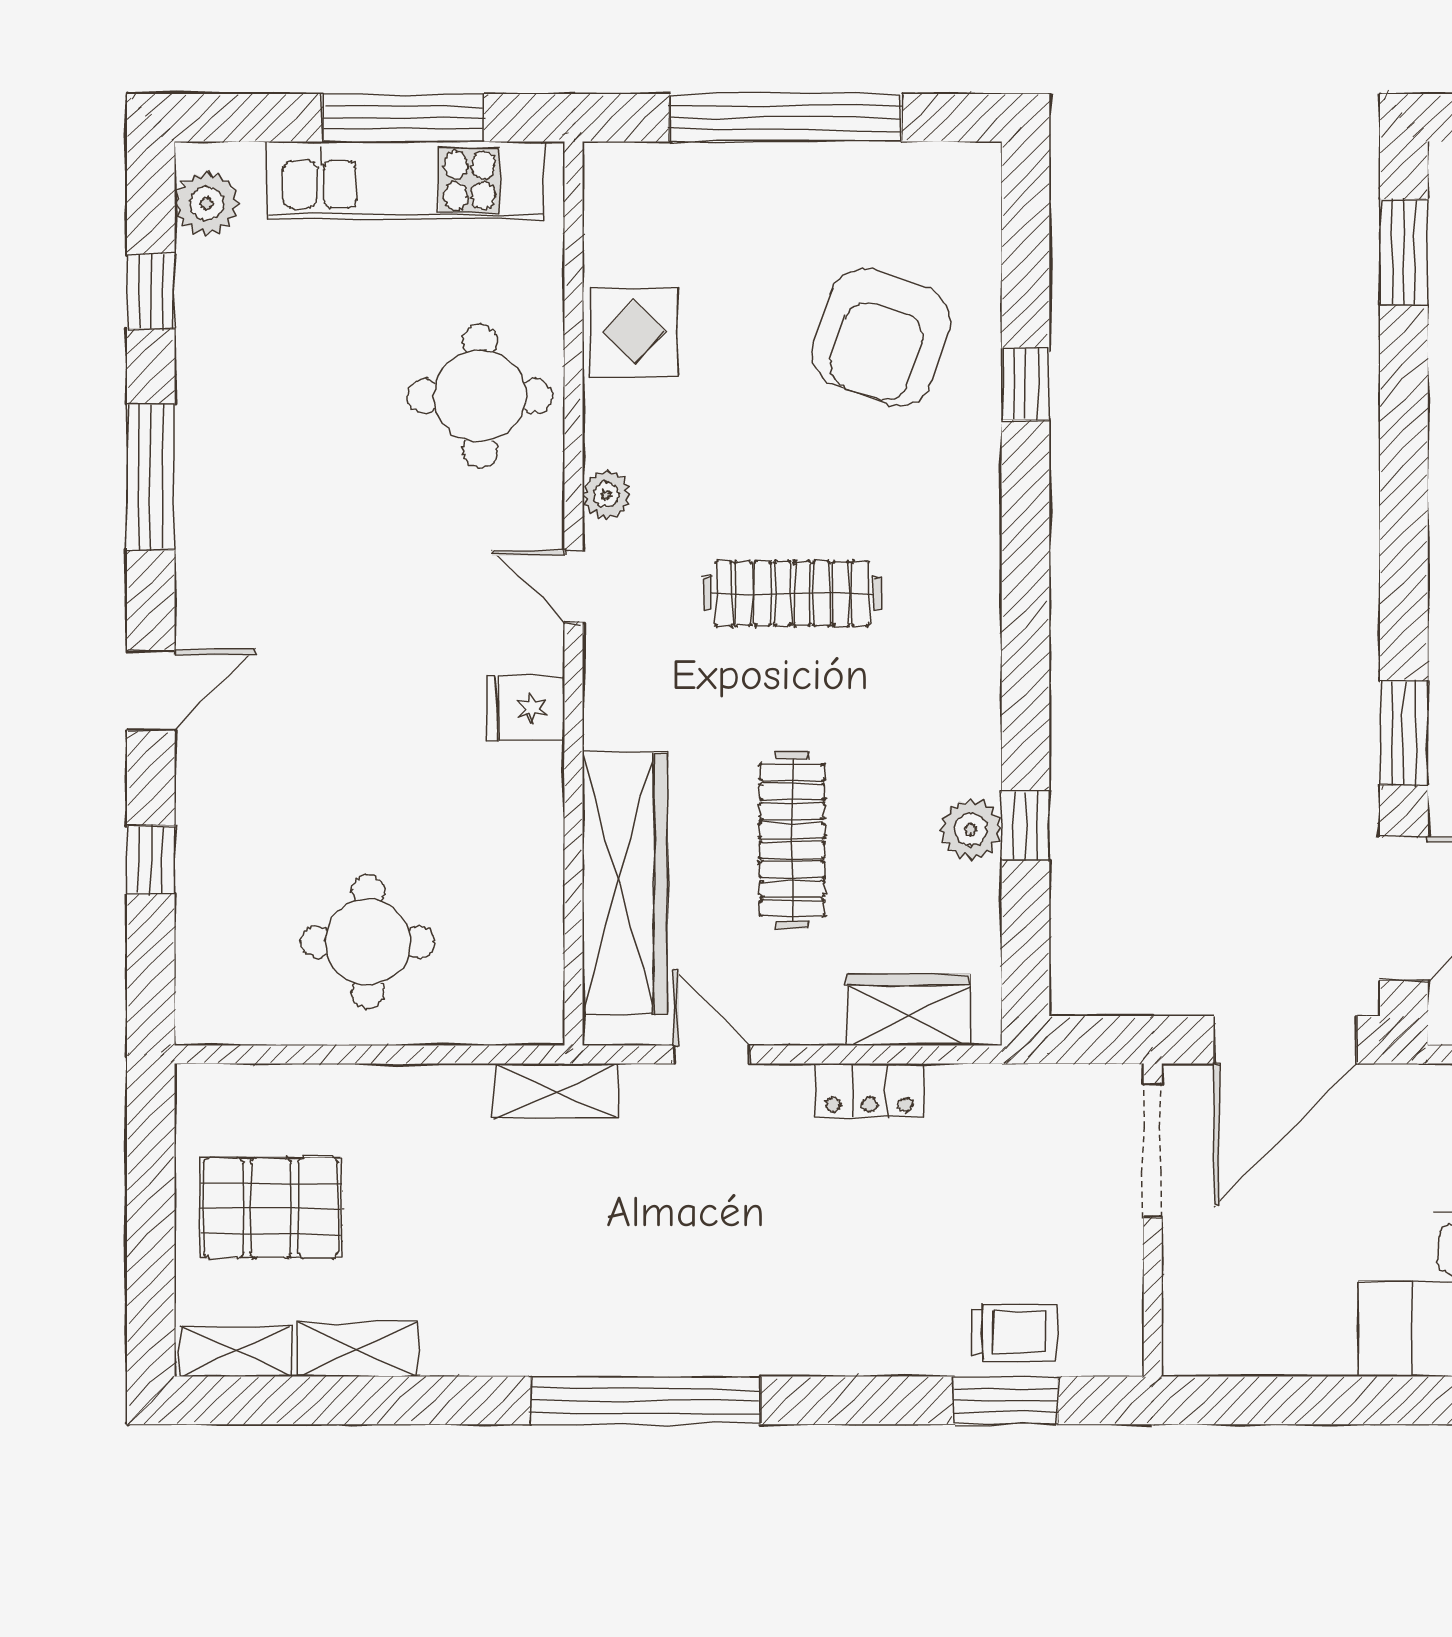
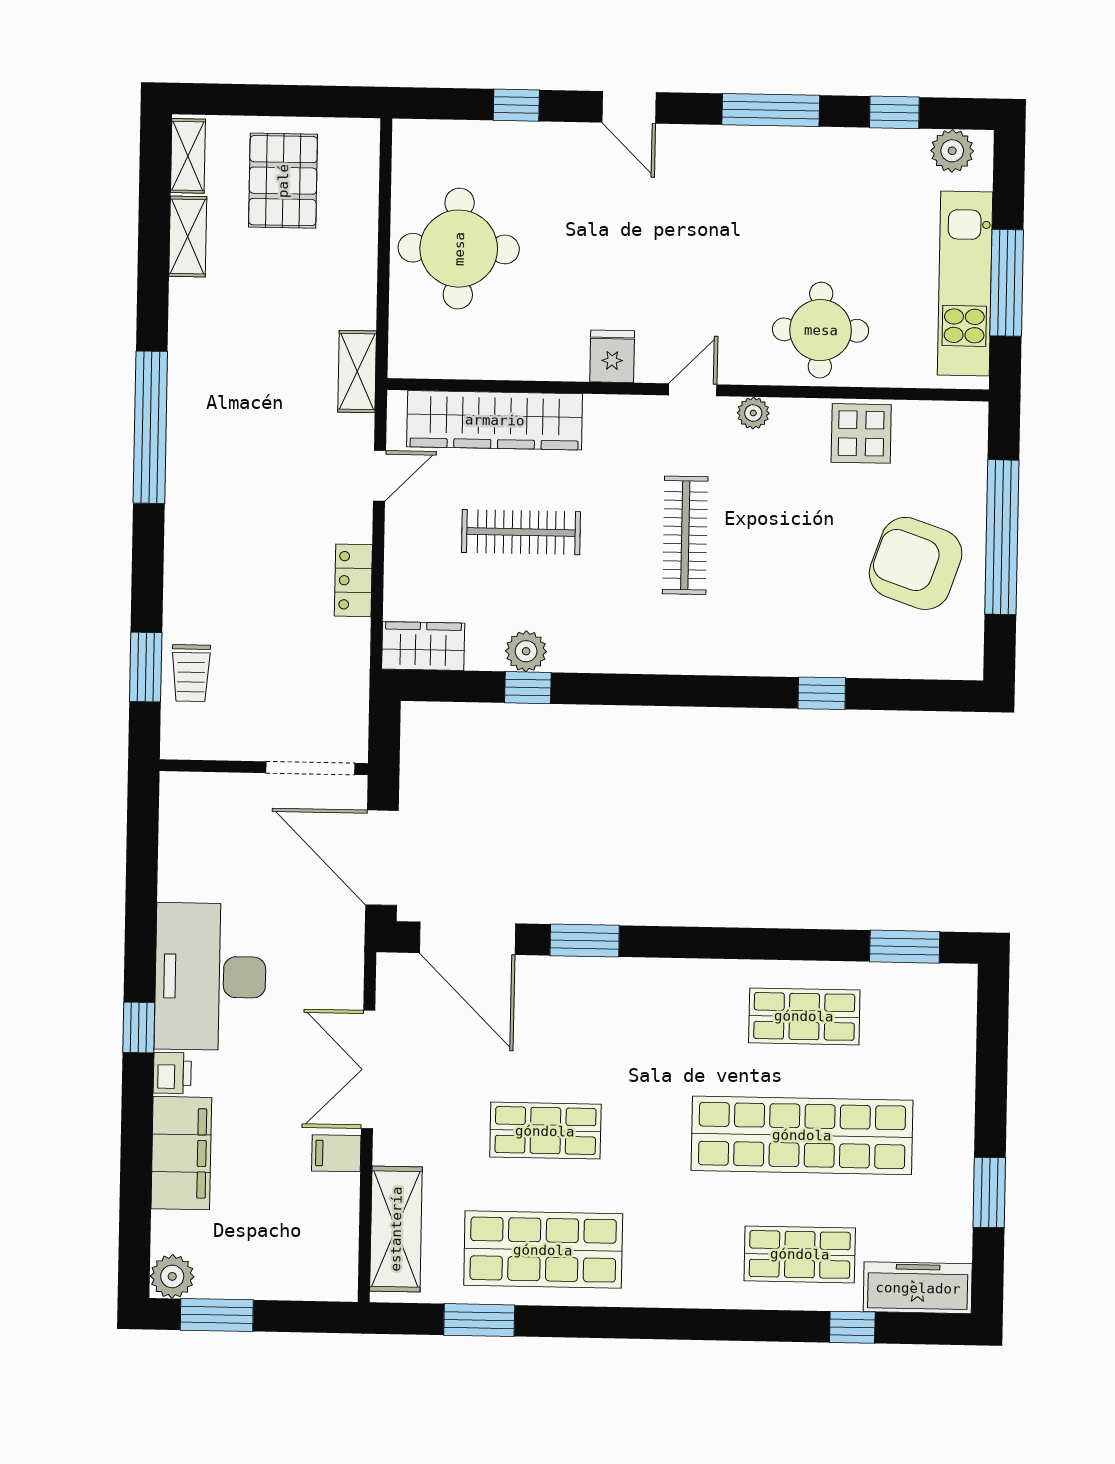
armchair: (881, 337) -> (916, 563), moved
round table: (368, 942) -> (459, 249), width x1.36, depth x1.36
wardrobe: (908, 1010) -> (423, 646), moved, turned -90

